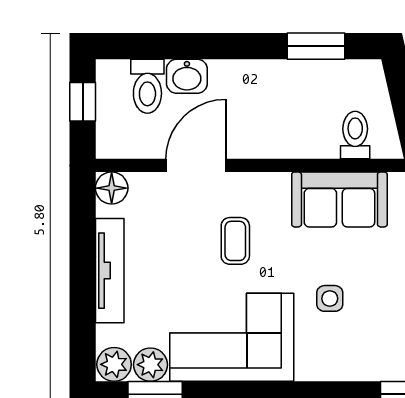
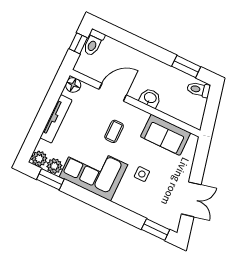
washbasin: (187, 76) -> (150, 98), moved, turned 180
toilet: (147, 86) -> (94, 43), moved
toilet: (355, 135) -> (198, 89), moved, turned -103

